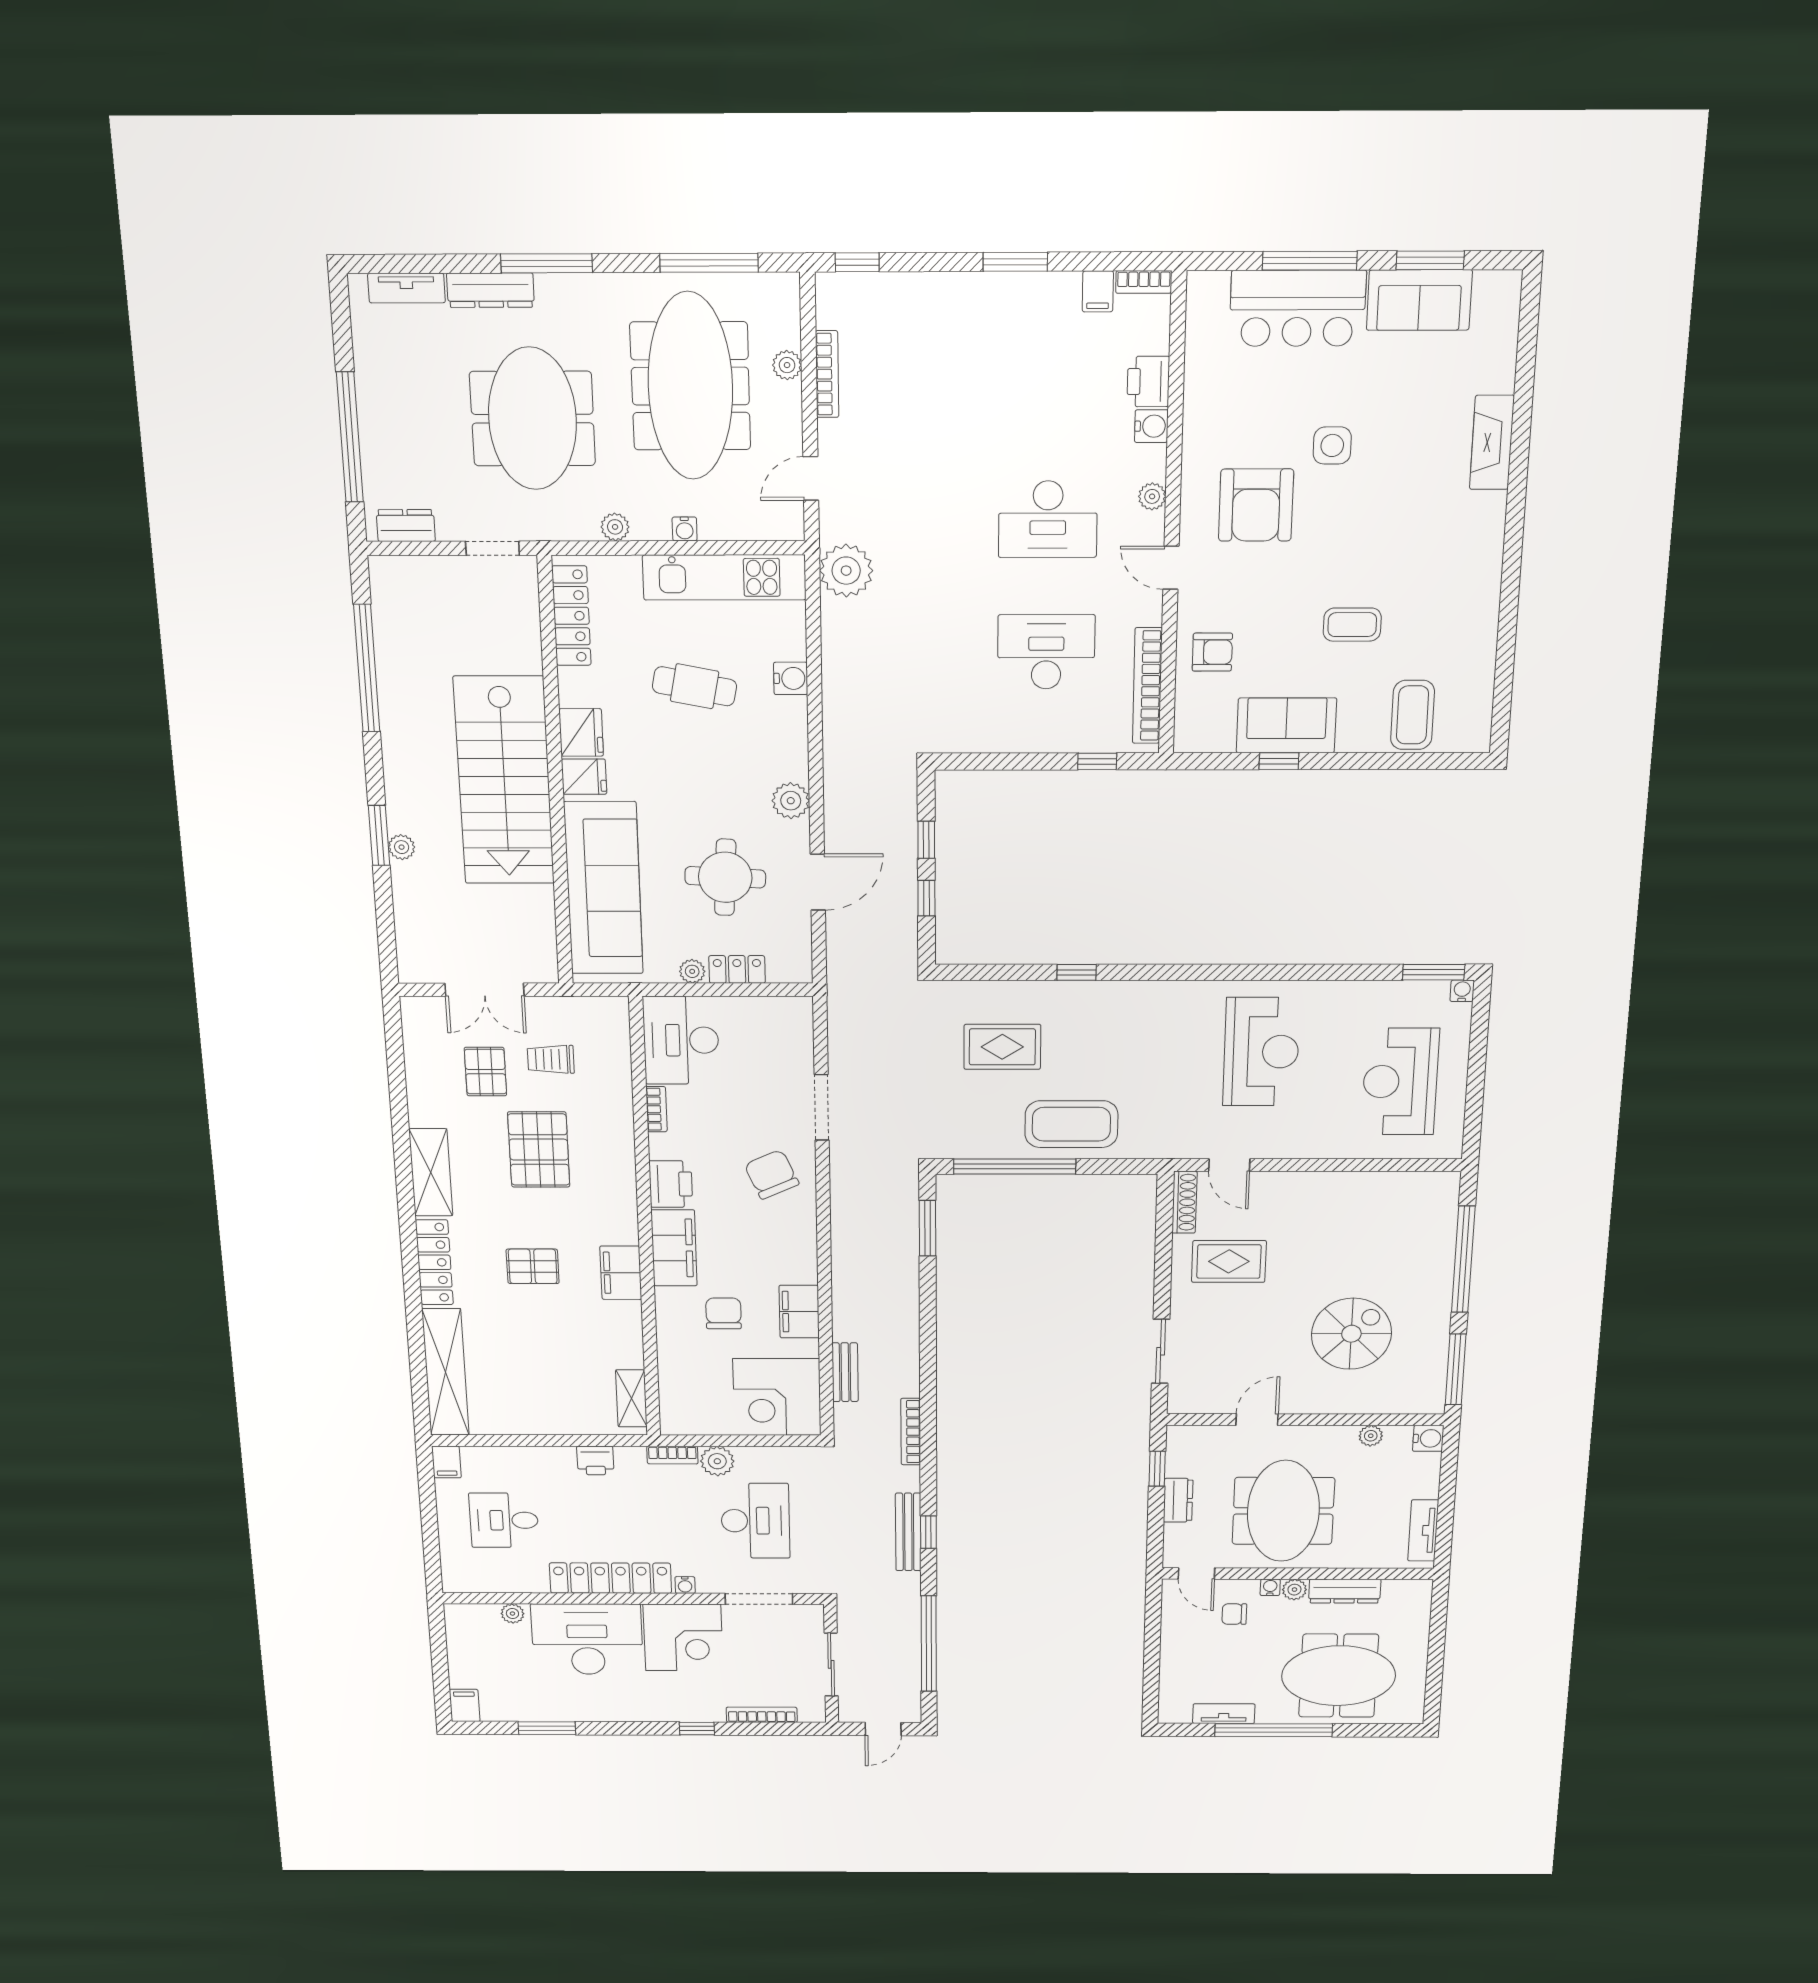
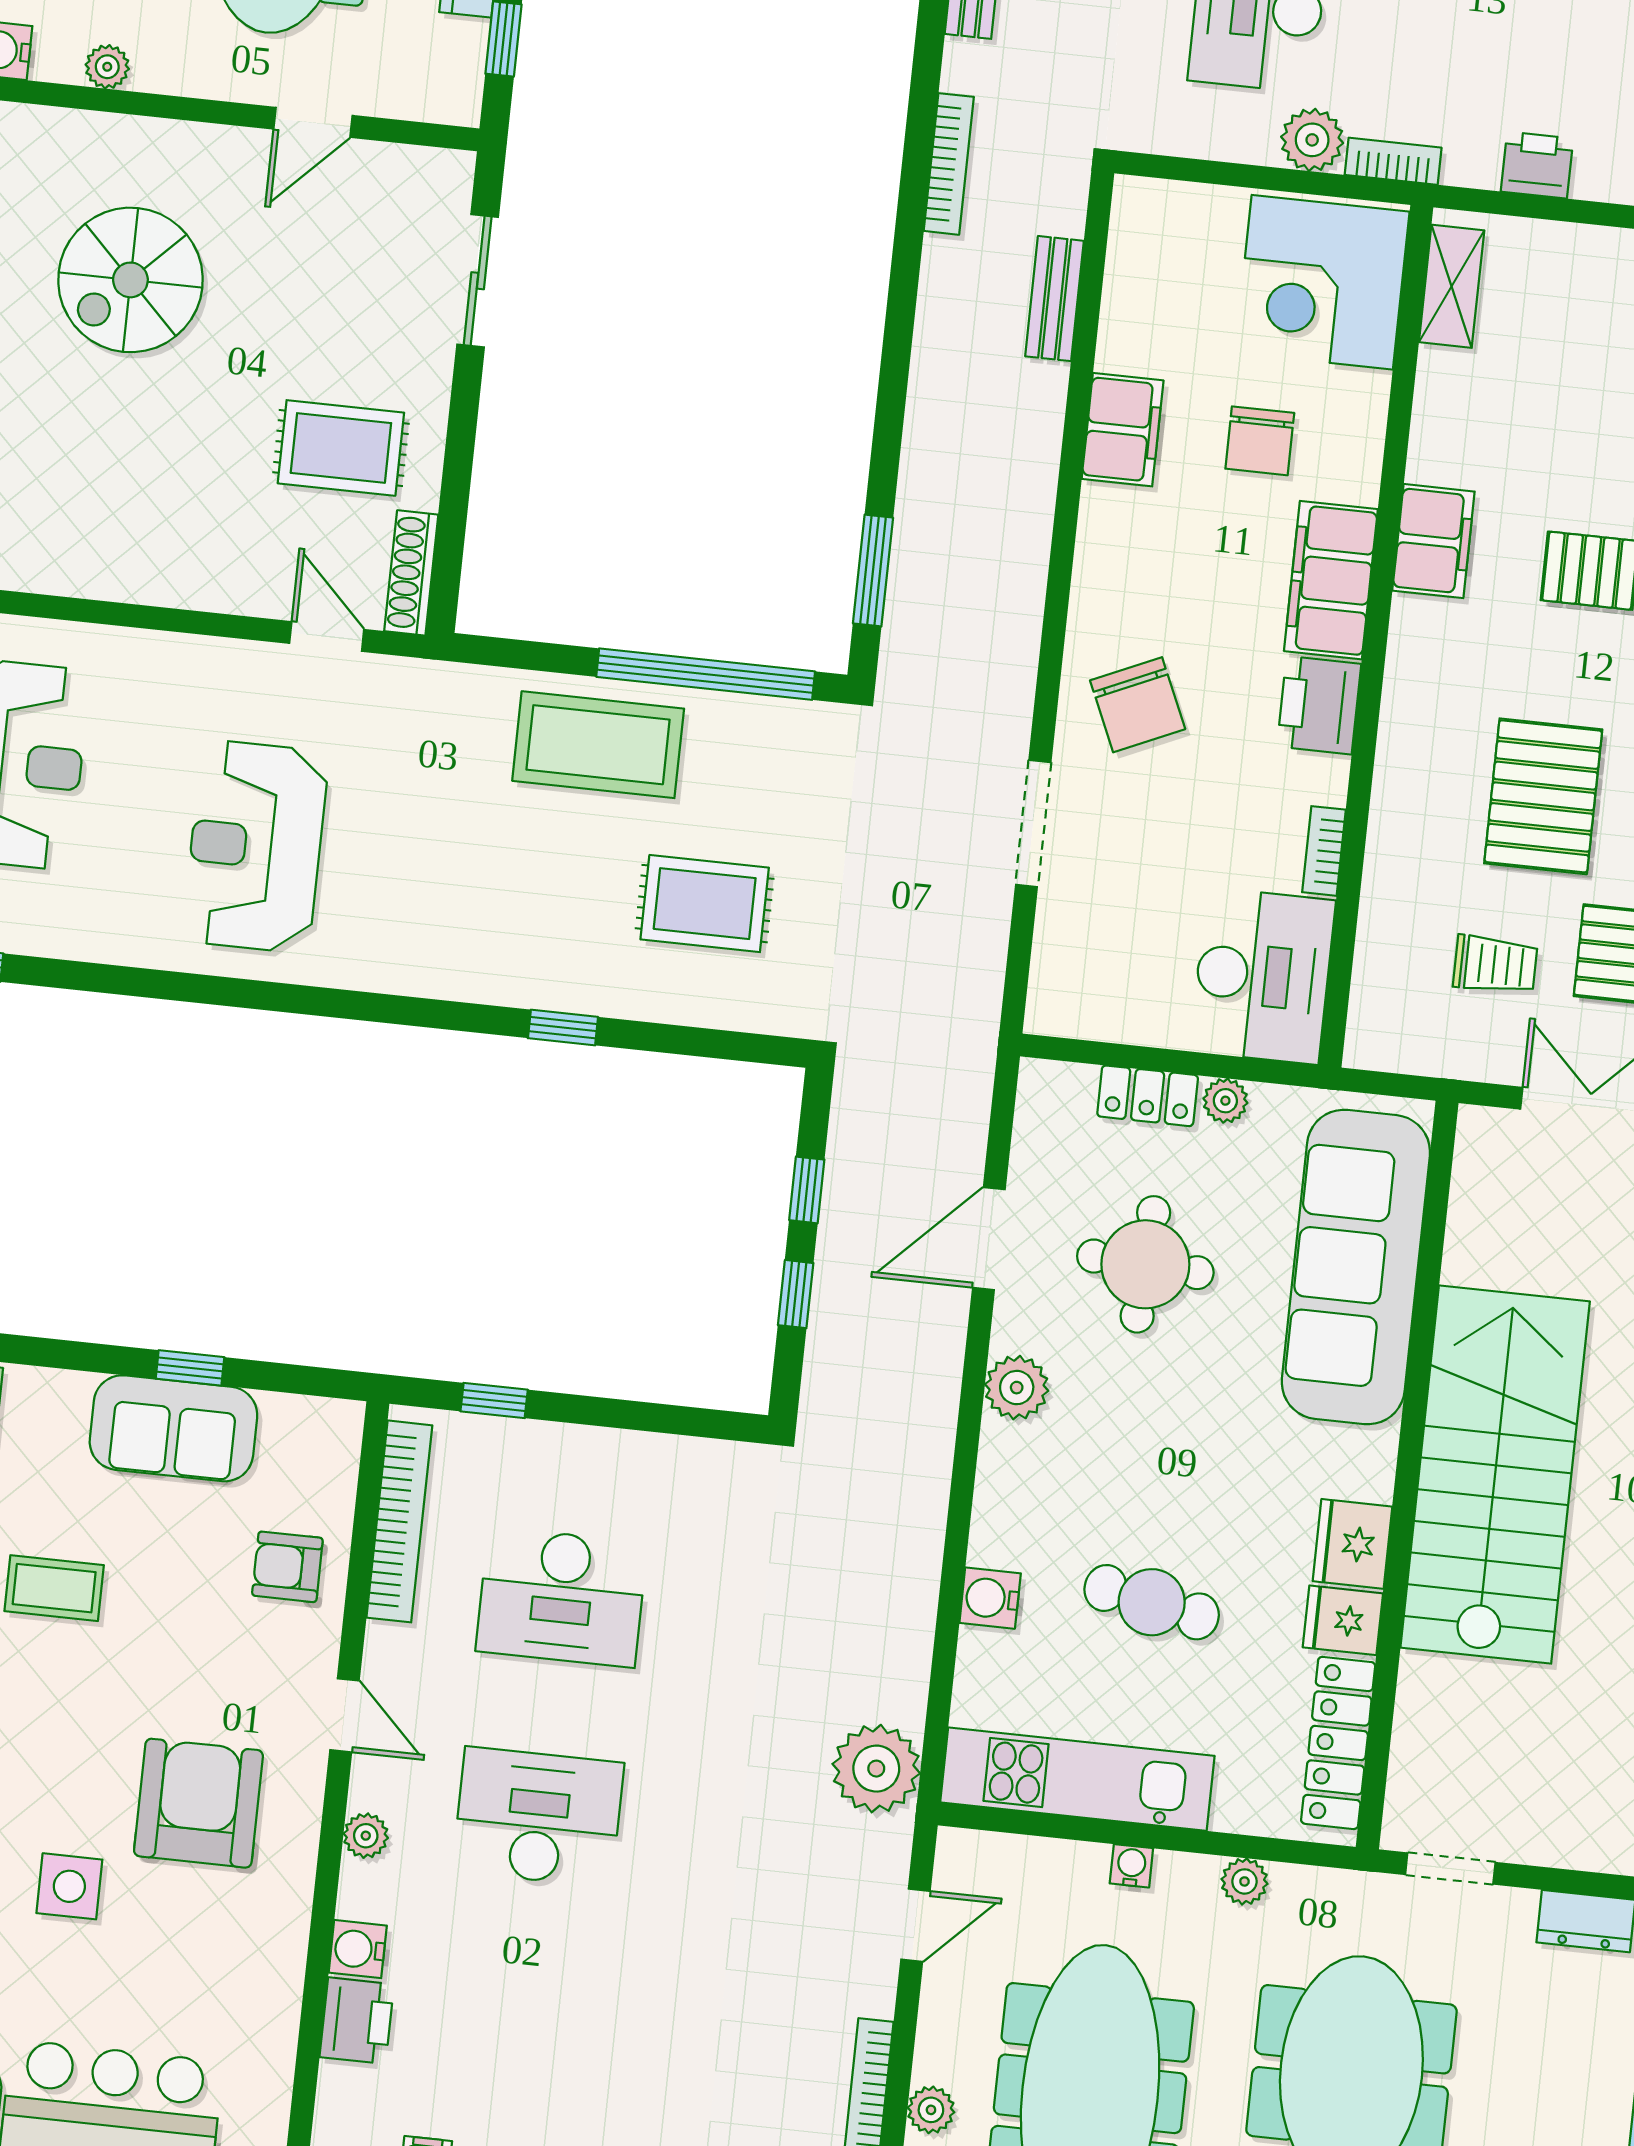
fridge: (584, 777) -> (1343, 1620), moved
corner desk: (777, 1397) -> (1322, 282), moved, turned 180

